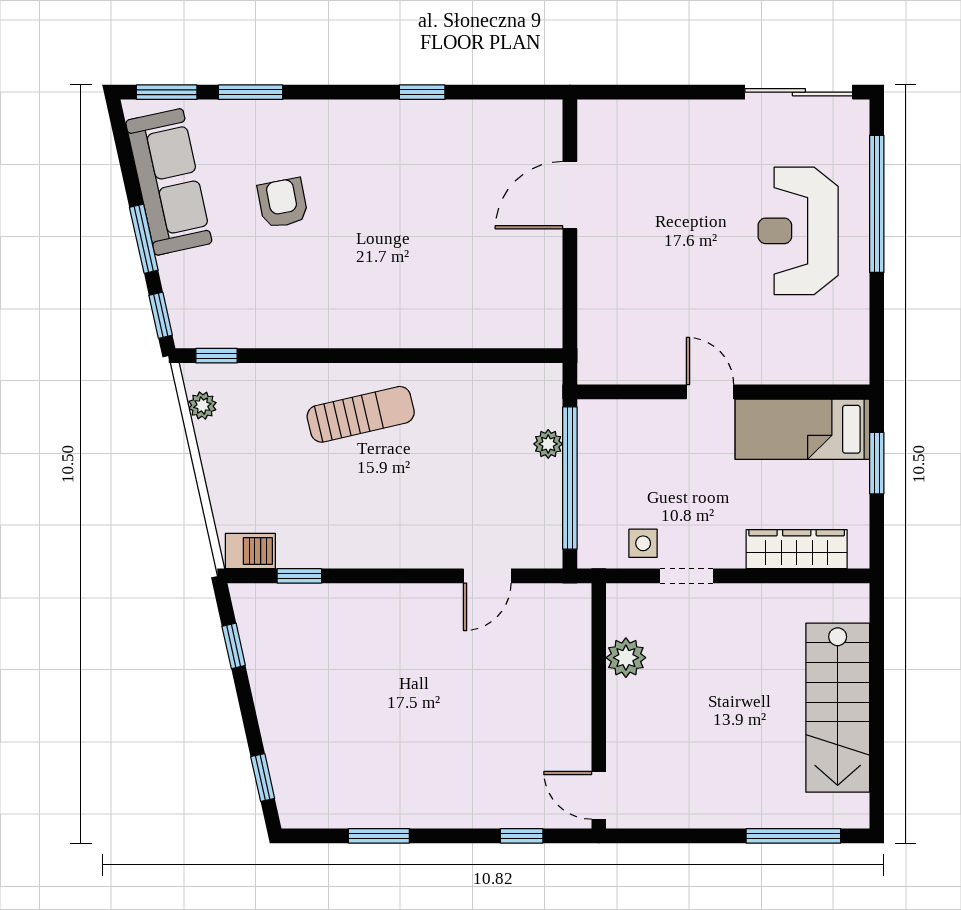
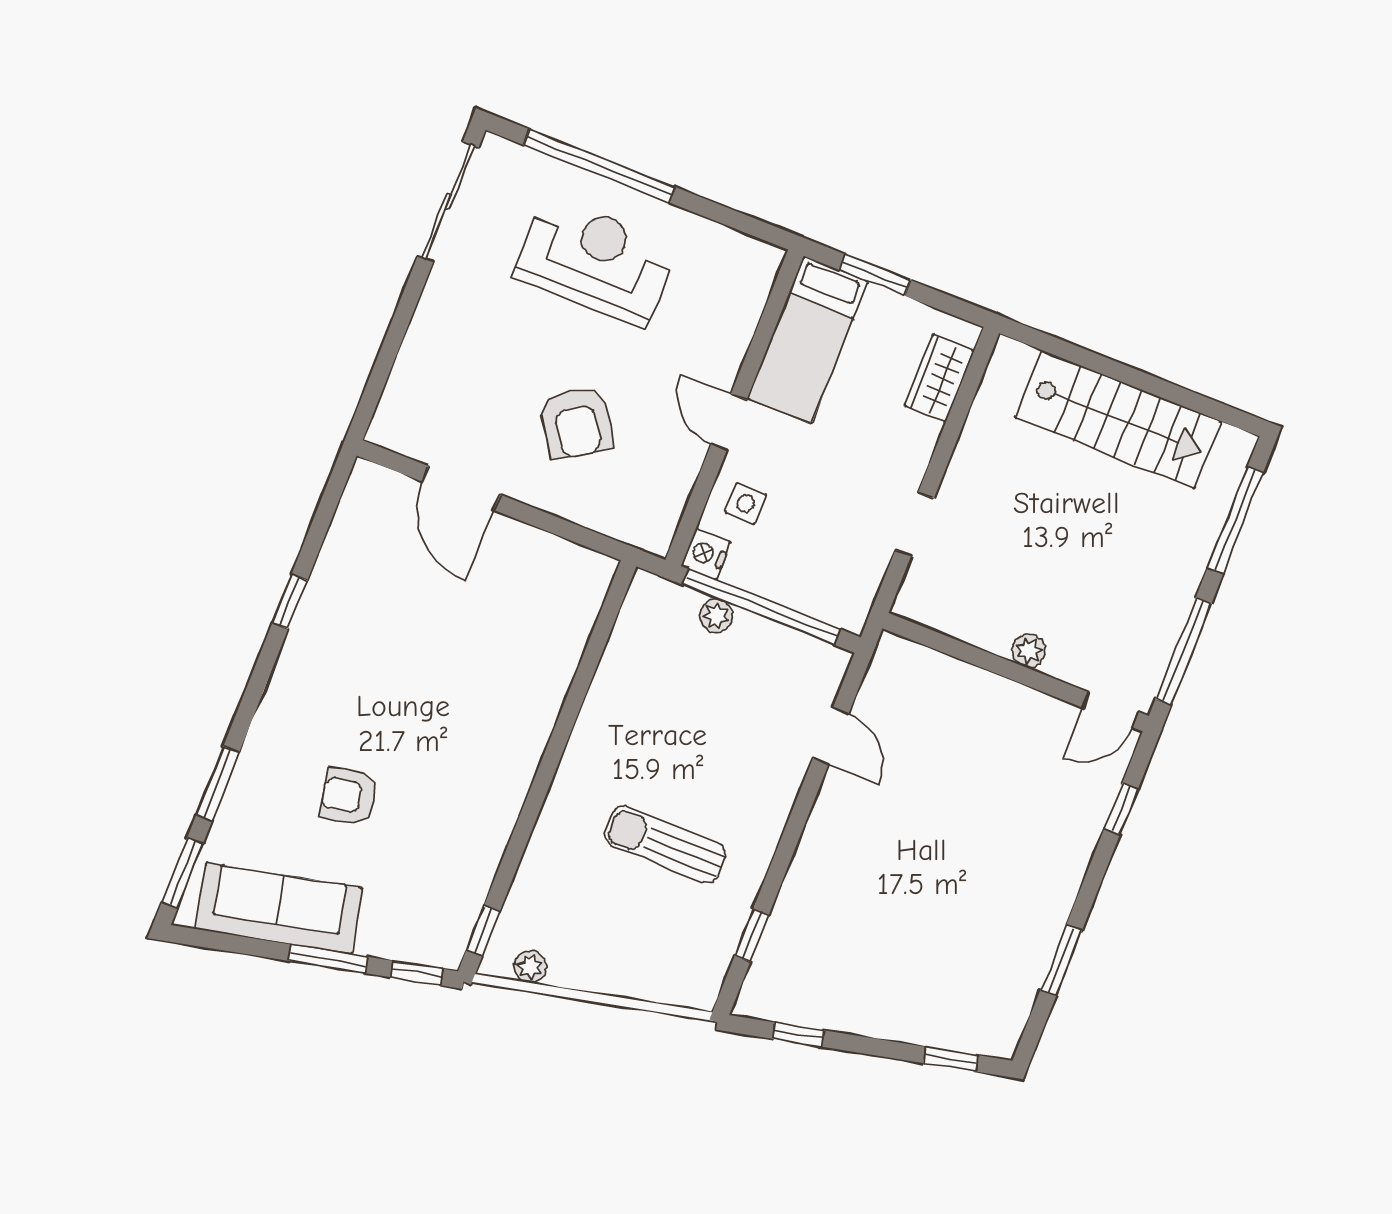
reception desk: (798, 231) -> (595, 261), turned 180
armchair: (661, 268) -> (576, 422), added
door: (710, 392) -> (729, 422), hinge flipped
sun lounger: (361, 414) -> (665, 845), moved, turned -77
nightstand: (595, 416) -> (706, 554), added
side table: (643, 543) -> (746, 503), moved
wardrobe: (797, 549) -> (940, 378), width x0.67
barbecue: (250, 551) -> (705, 977), removed
plant: (626, 658) -> (1029, 651), moved, width x0.73, depth x0.73
window: (670, 836) -> (1184, 651), added

